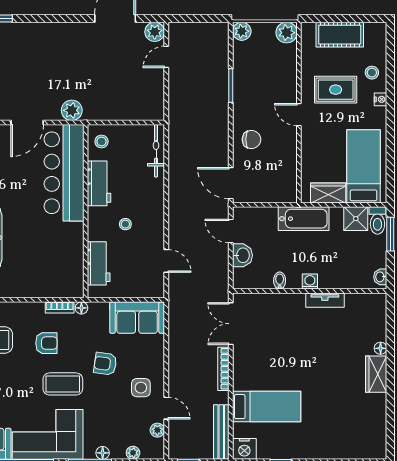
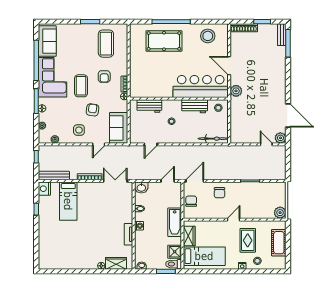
plant: (242, 31) -> (281, 187), removed
chair: (266, 189) -> (191, 201), added
washbasin: (242, 255) -> (141, 188), moved
wardrobe: (376, 374) -> (116, 263), moved
door: (166, 408) -> (99, 144), moved

